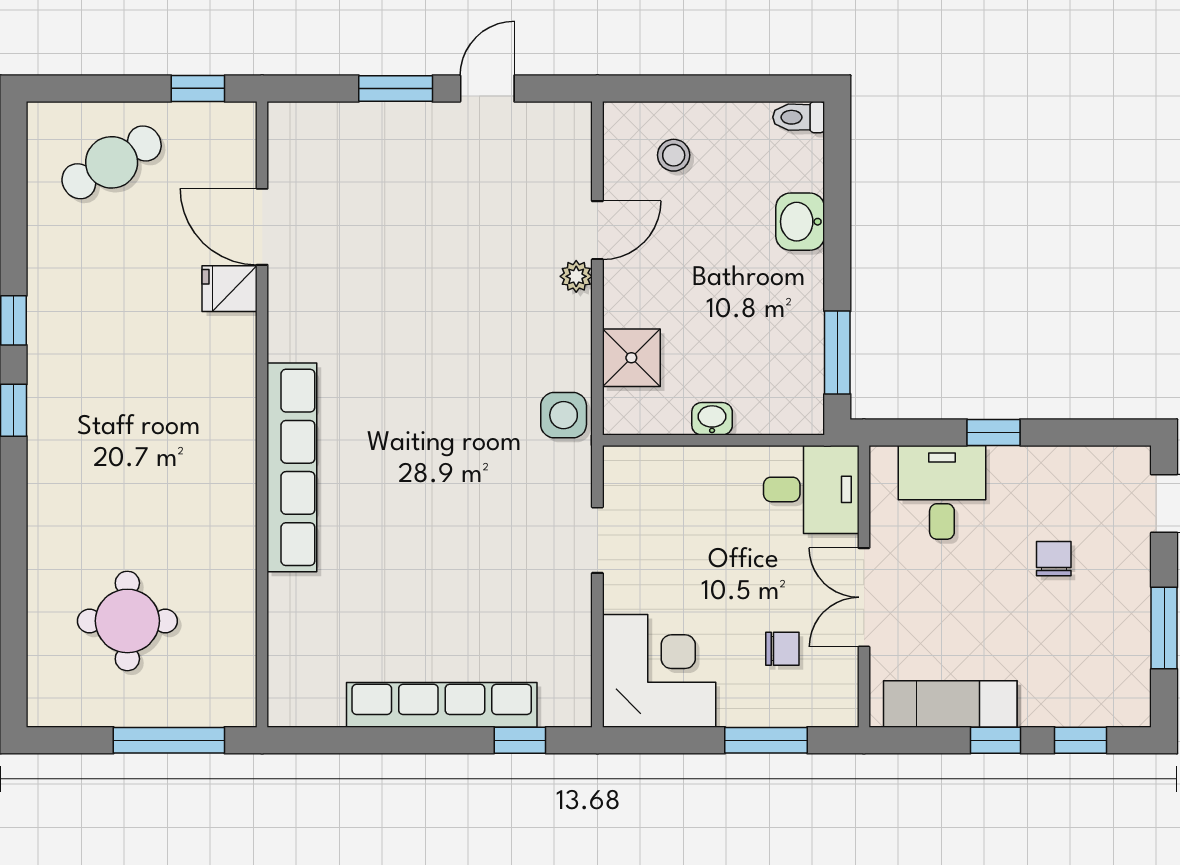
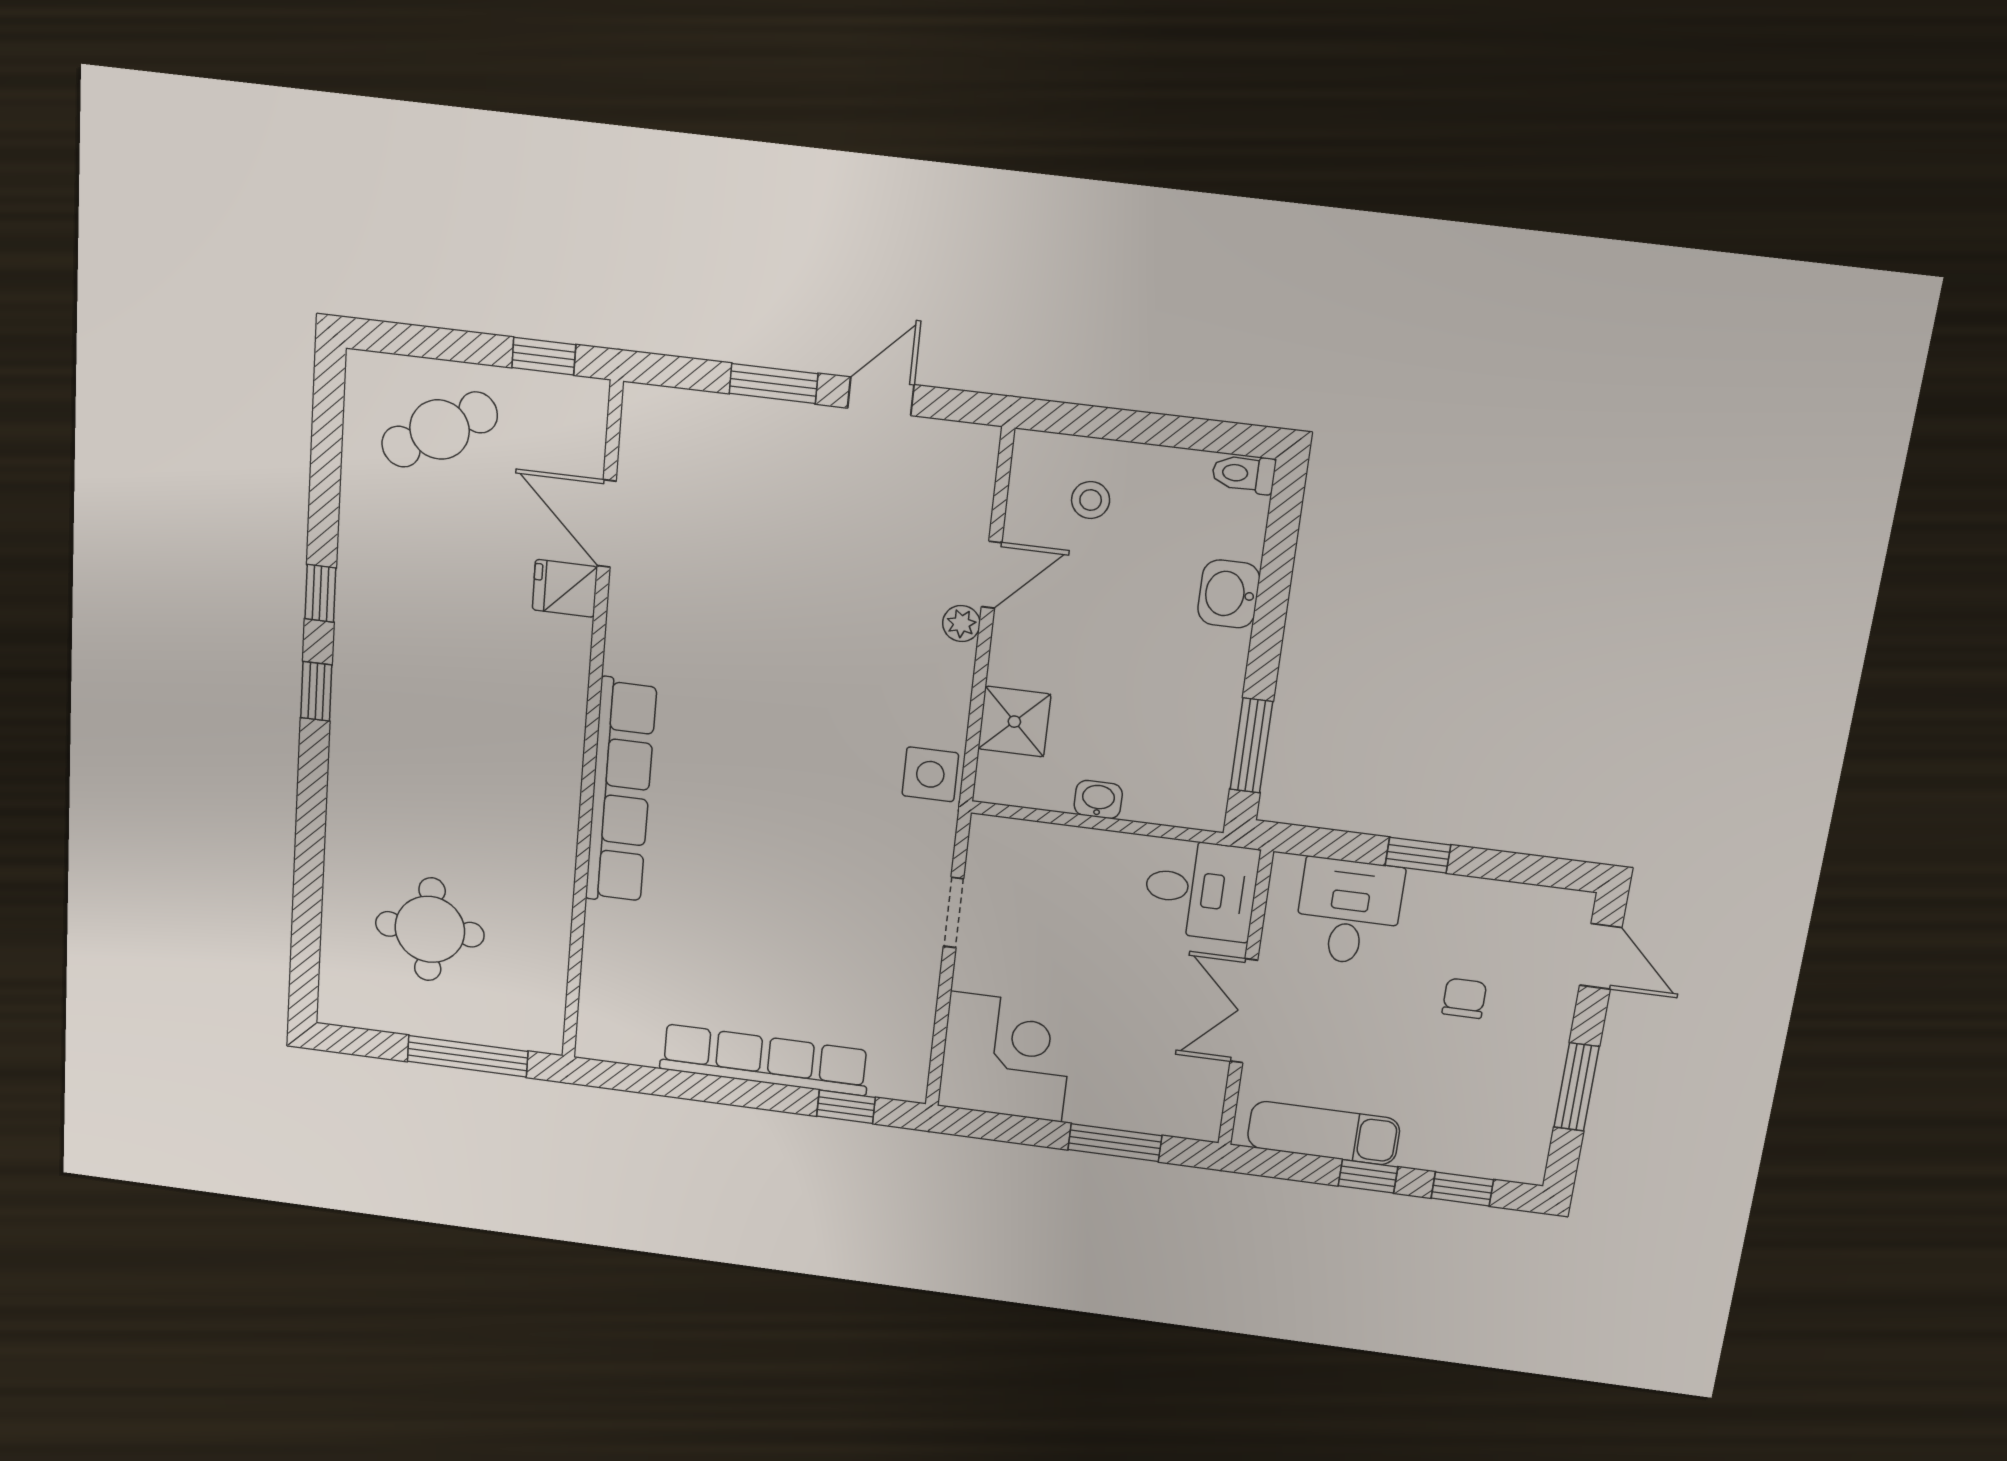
chair: (782, 649) -> (1145, 1052), removed

